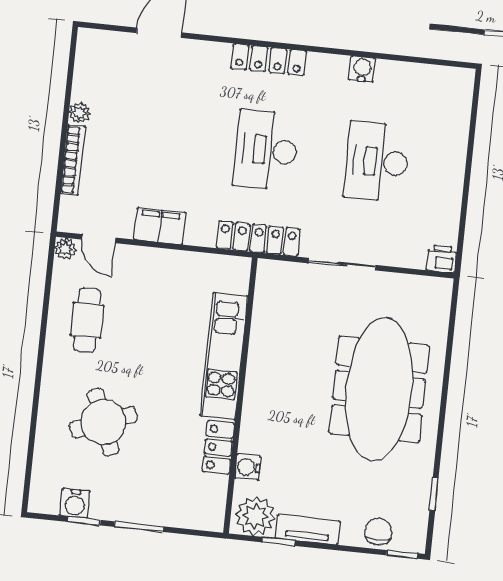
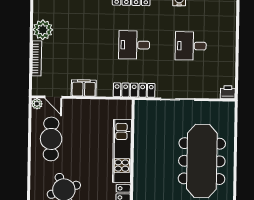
plant: (79, 113) -> (43, 30), width x1.87, depth x1.87
desk: (266, 150) -> (134, 45), width x0.73
desk: (377, 162) -> (191, 46), width x0.73
cafe table: (87, 320) -> (51, 139), width x1.37, depth x1.35

